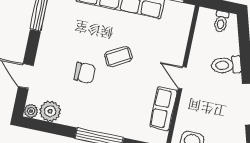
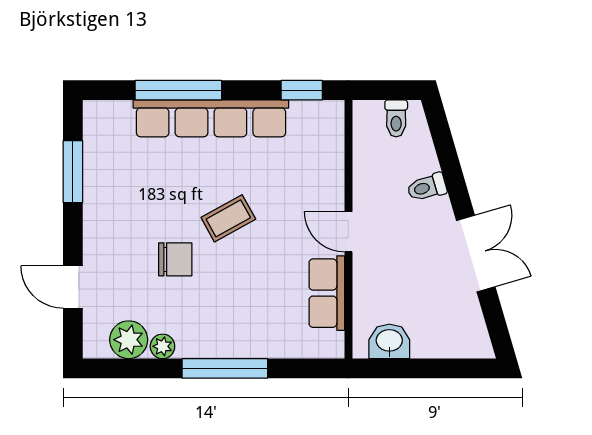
toilet: (226, 65) -> (427, 187), width x0.73, depth x0.72
plant: (31, 111) -> (162, 346), moved

